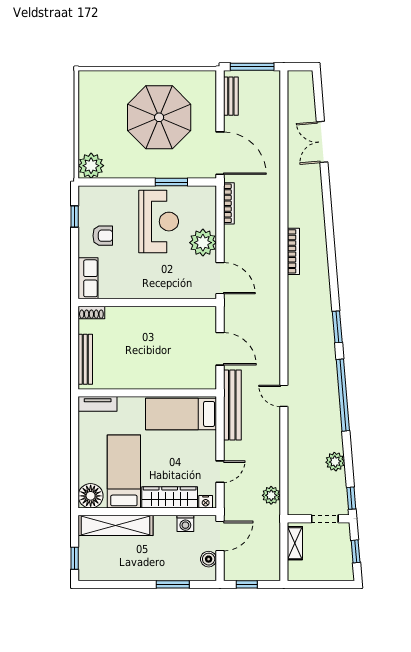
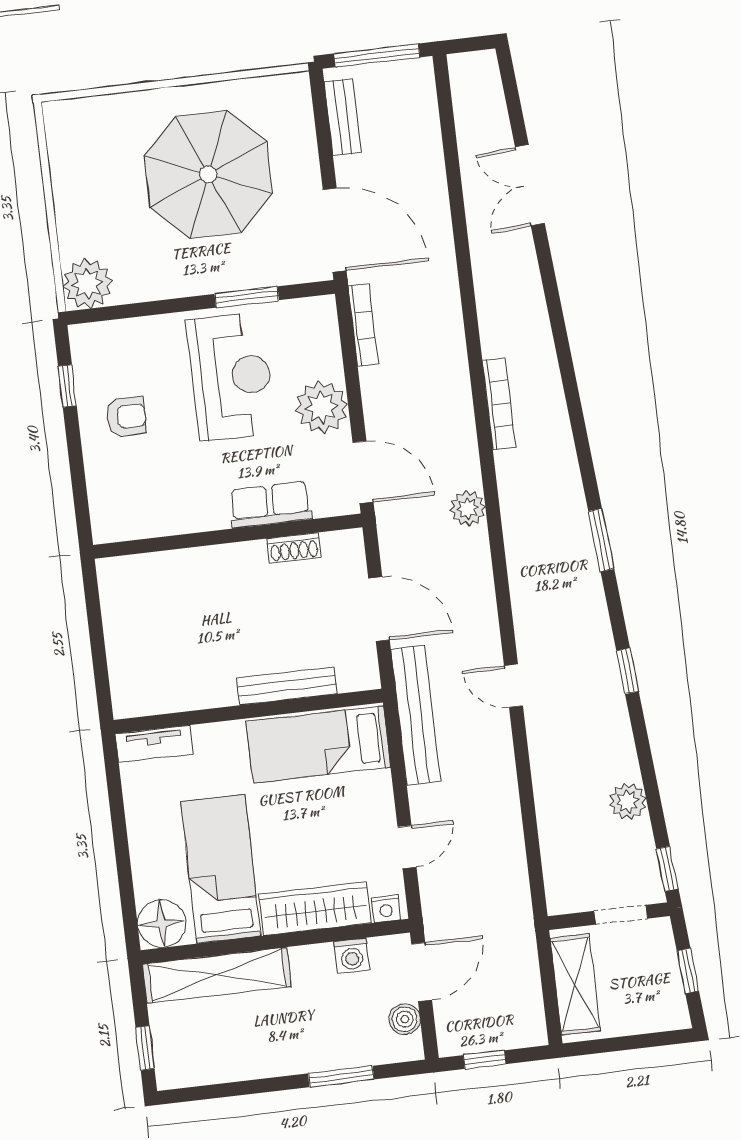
row of seats: (88, 278) -> (270, 505), moved, turned -90
shoe rack: (91, 313) -> (294, 548), moved
bench: (85, 359) -> (287, 686), moved, turned 90
window: (343, 395) -> (628, 671), width x0.32
plant: (271, 495) -> (468, 508), moved
shelving: (295, 543) -> (575, 984), width x1.50, depth x1.33

